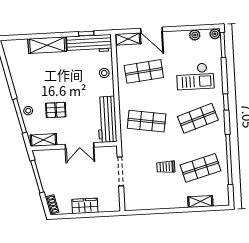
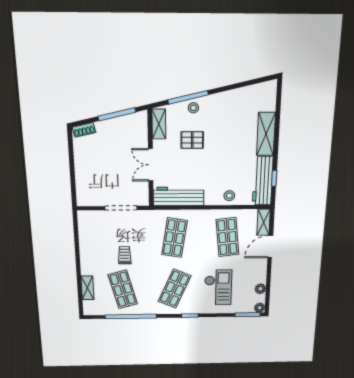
checkout: (195, 76) -> (218, 288), turned 180
pallet: (56, 110) -> (192, 140), turned 90
shop shelf: (198, 118) -> (175, 289), turned 42
wardrobe: (85, 206) -> (83, 168), removed

